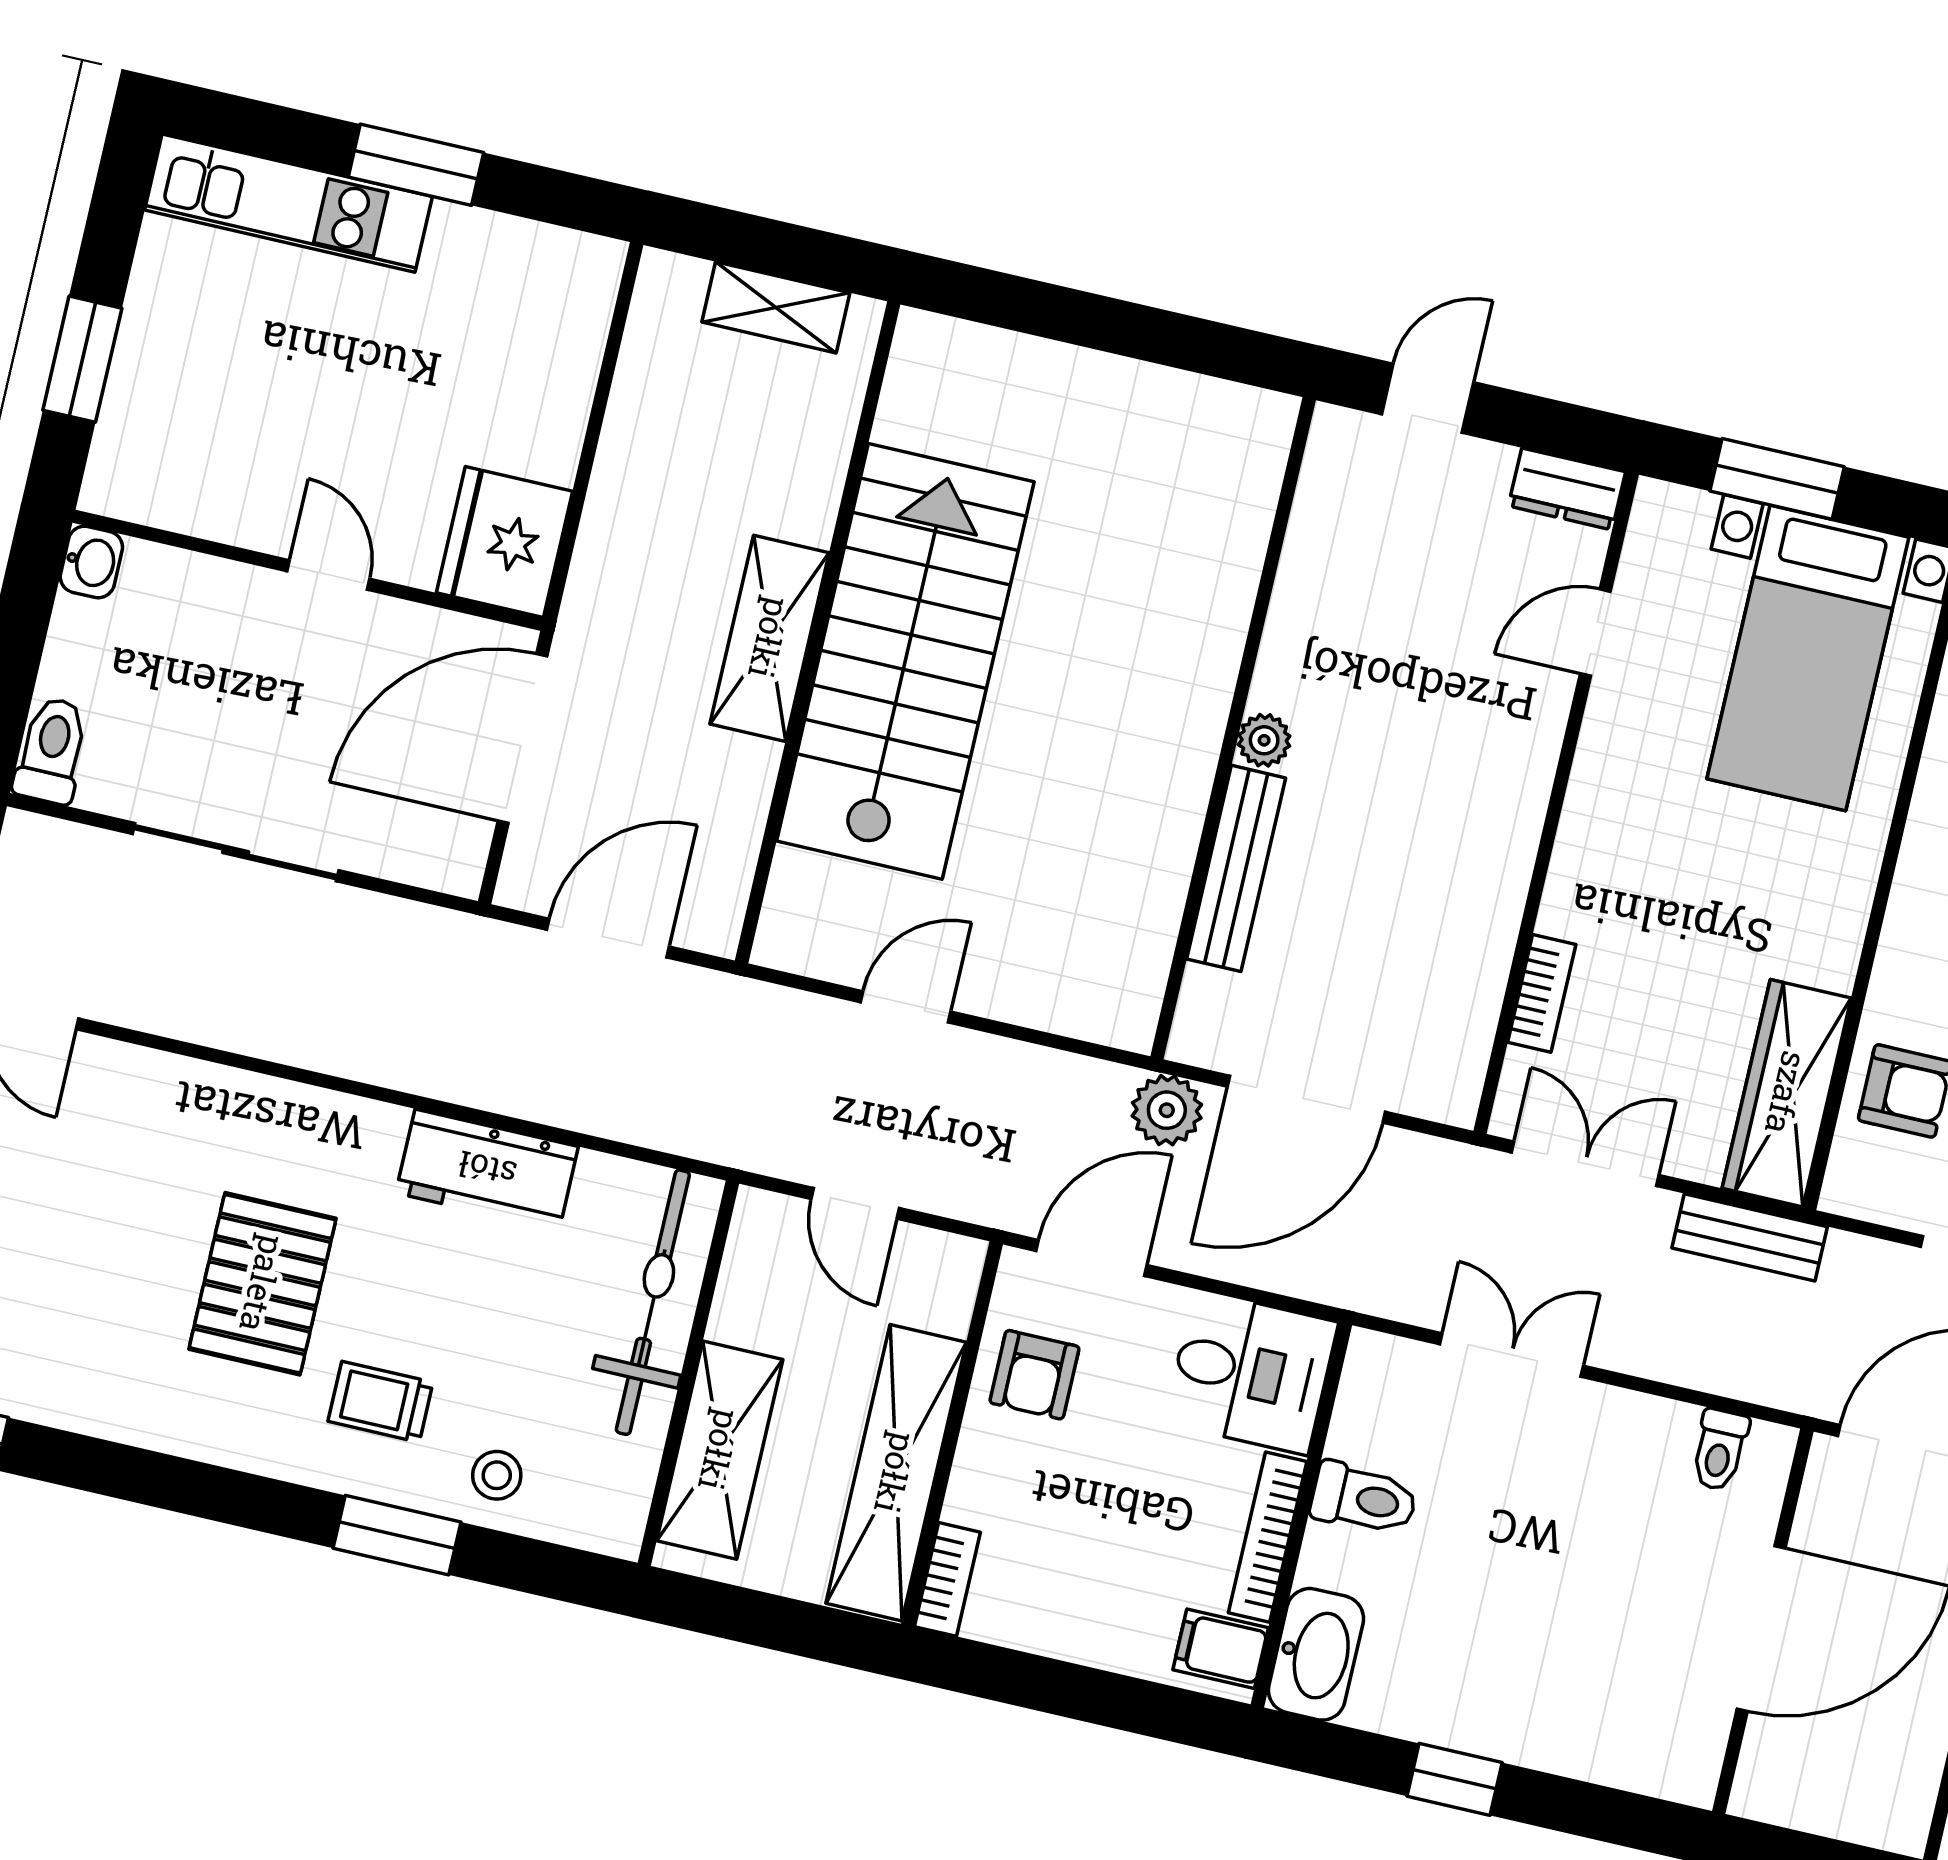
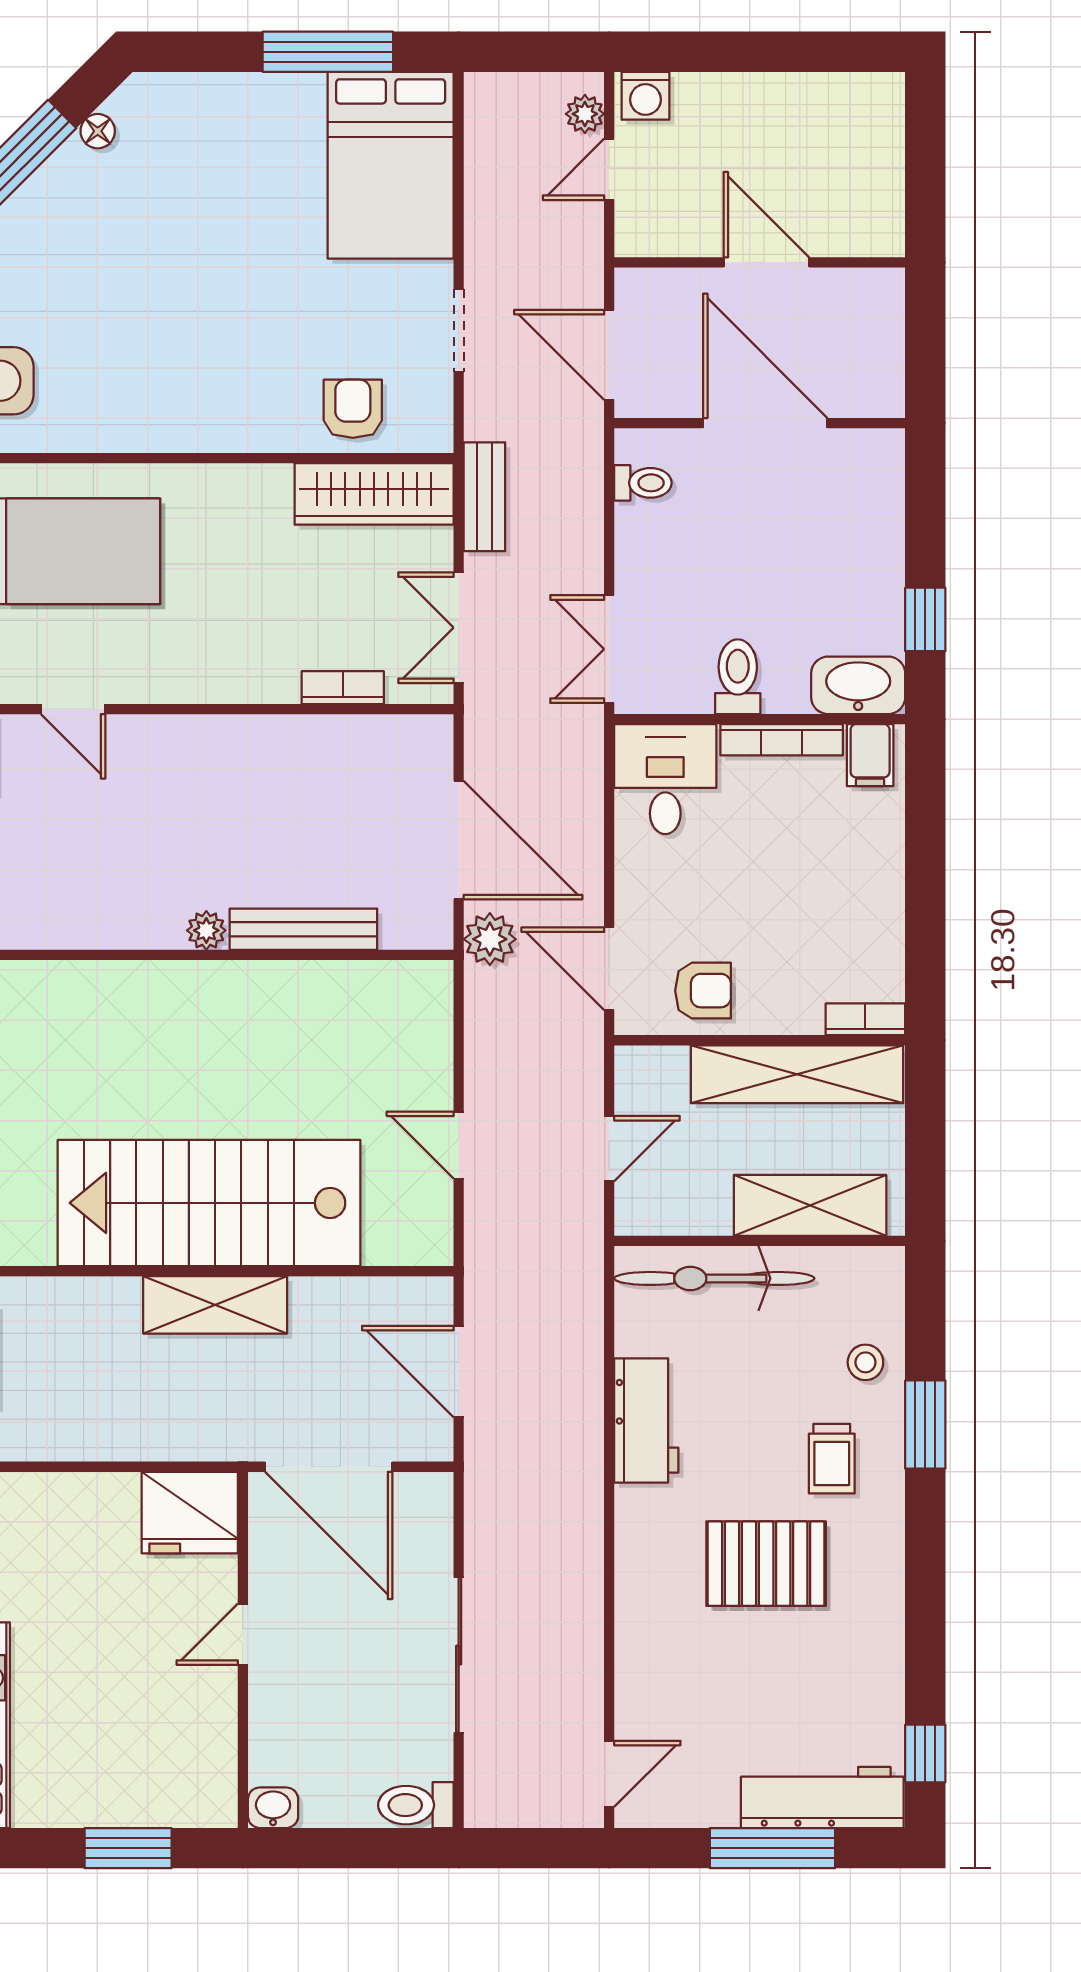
desk: (1251, 1372) -> (665, 779), moved
toilet: (1364, 1499) -> (738, 677), moved
wall: (1301, 1515) -> (760, 719), moved
bookcase: (1268, 1537) -> (782, 740), moved
filing cabinet: (1221, 1649) -> (870, 755), moved
washbasin: (1316, 1654) -> (858, 685), moved

